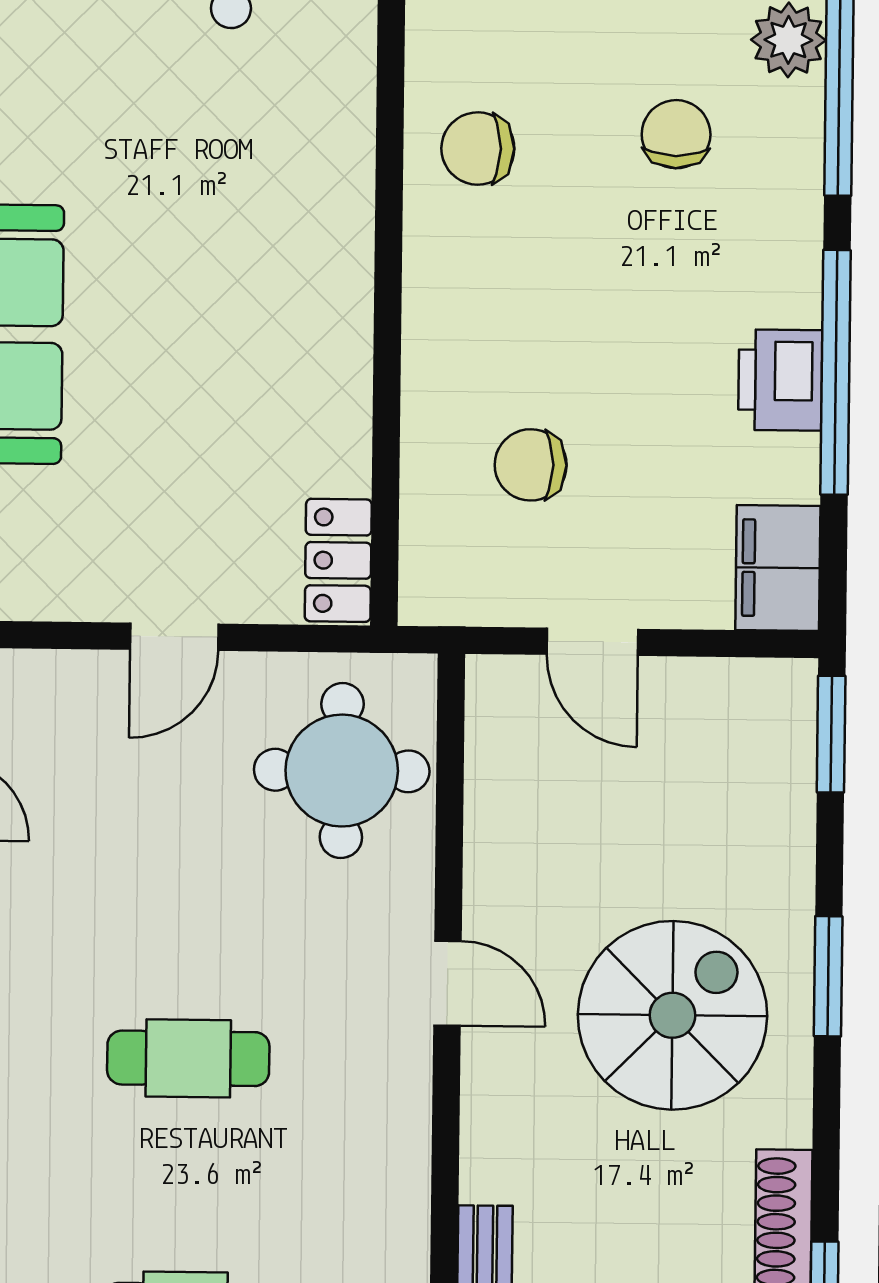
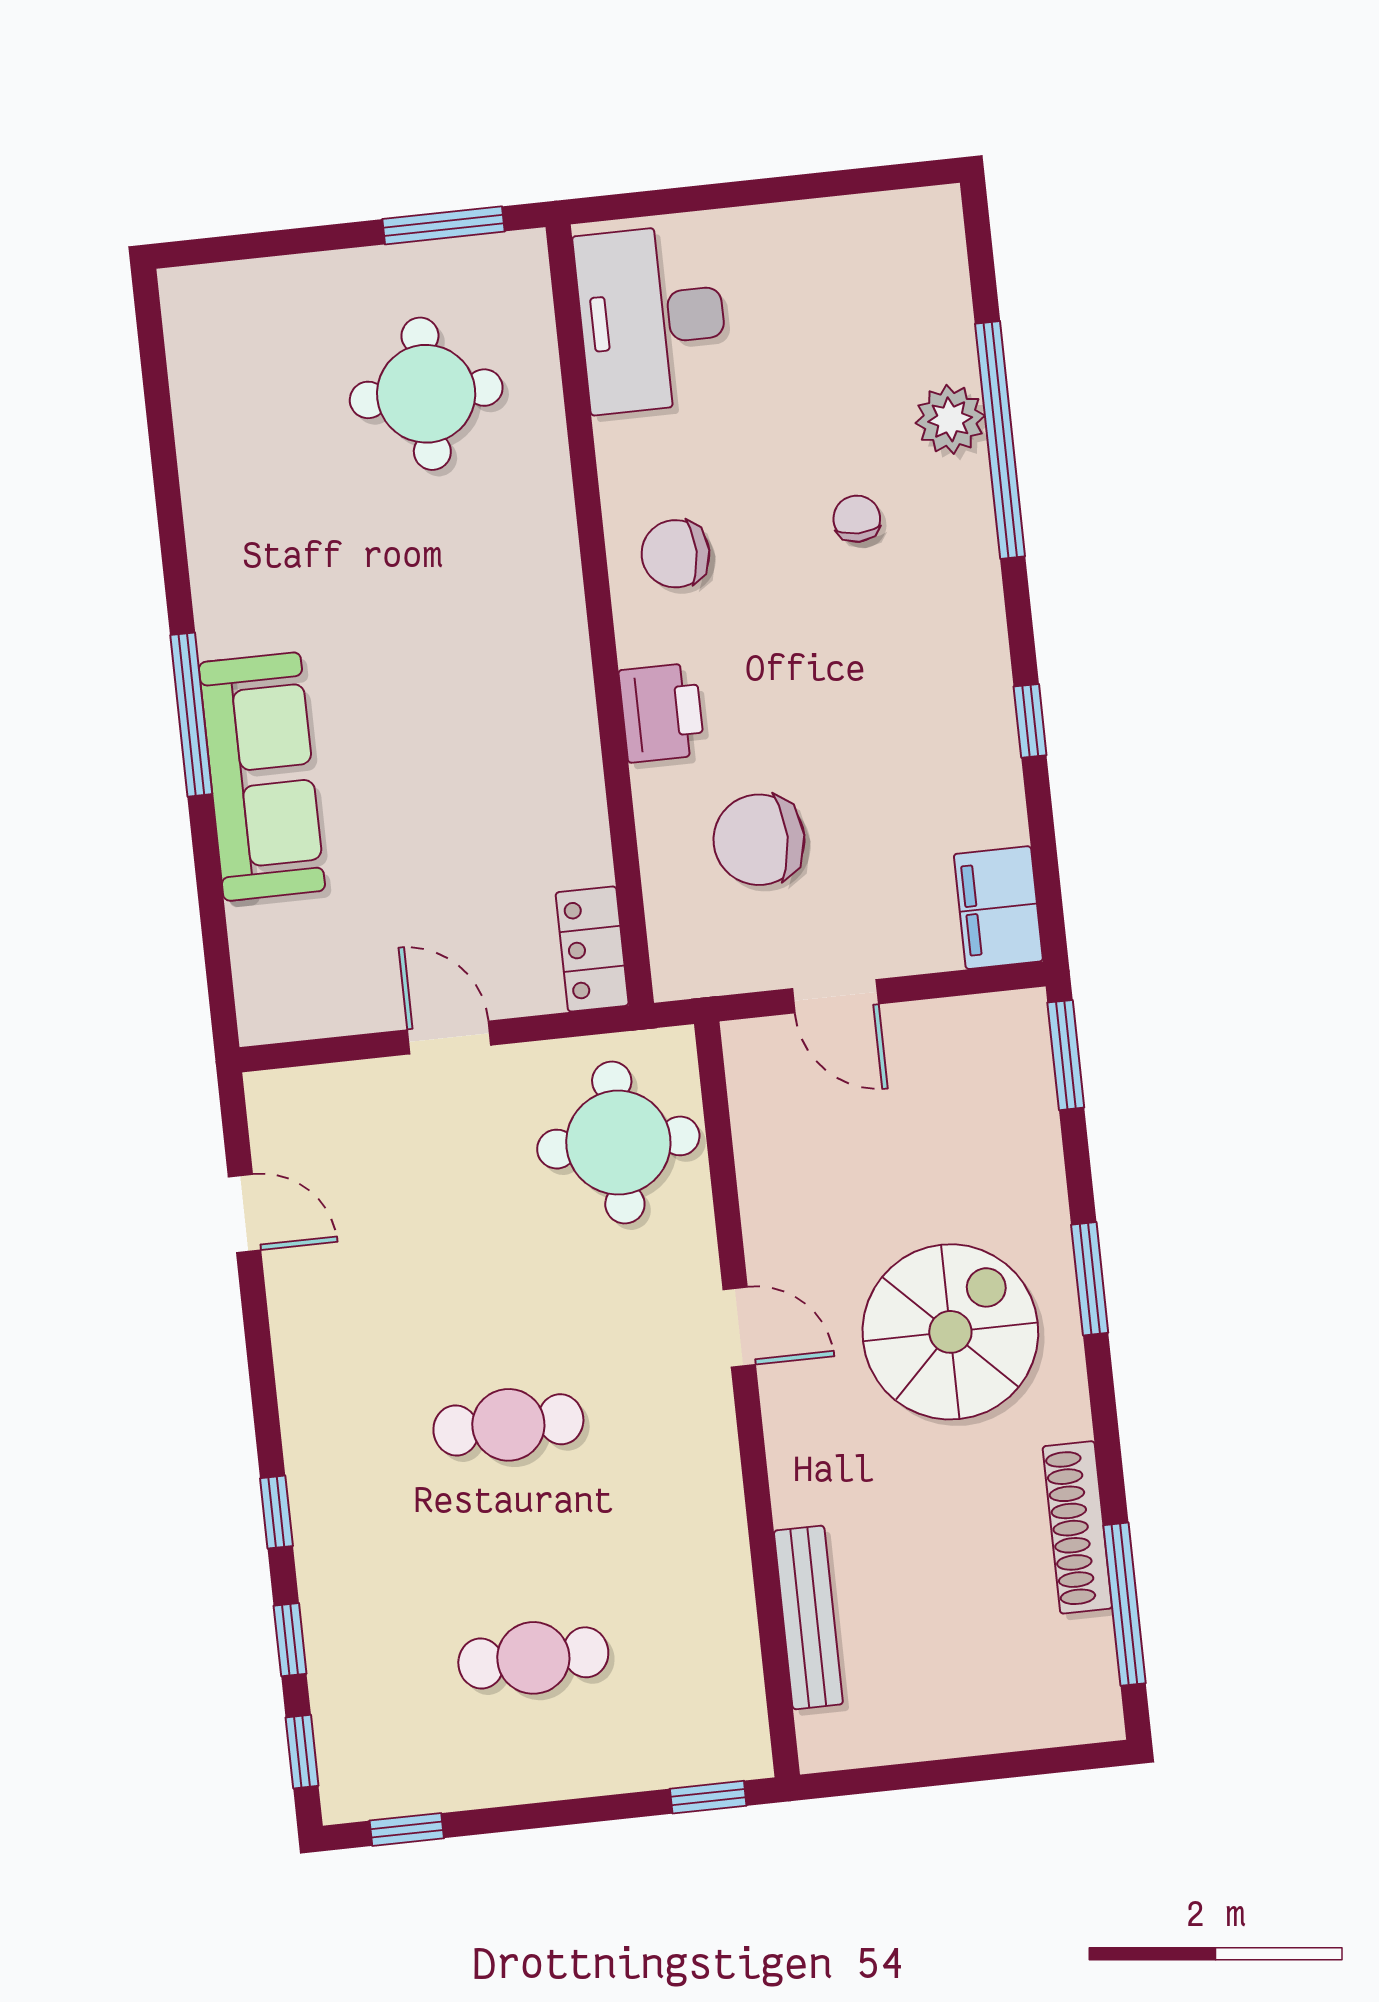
chair: (676, 134) -> (857, 519), width x0.73, depth x0.73
window: (836, 372) -> (1030, 721), width x0.32
printer: (780, 380) -> (662, 713), moved, turned 180
chair: (531, 465) -> (759, 840), width x1.37, depth x1.37
door: (174, 637) -> (449, 1038), swing flipped

